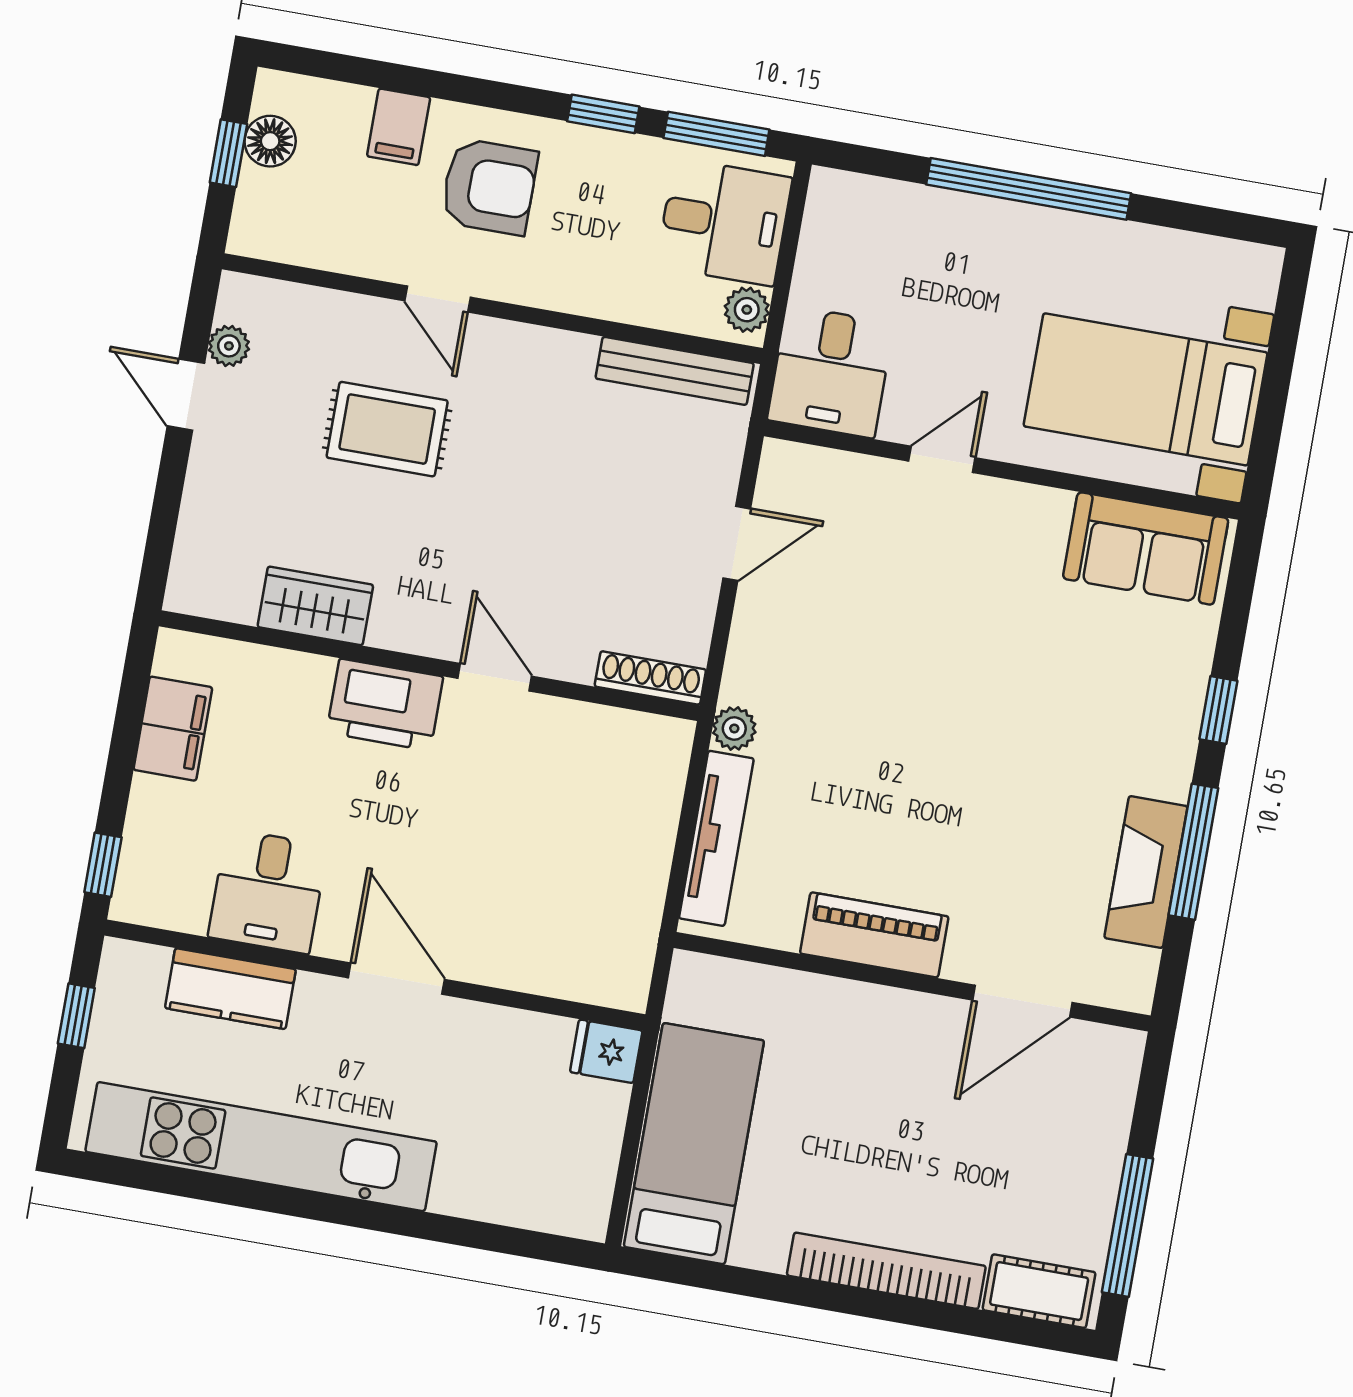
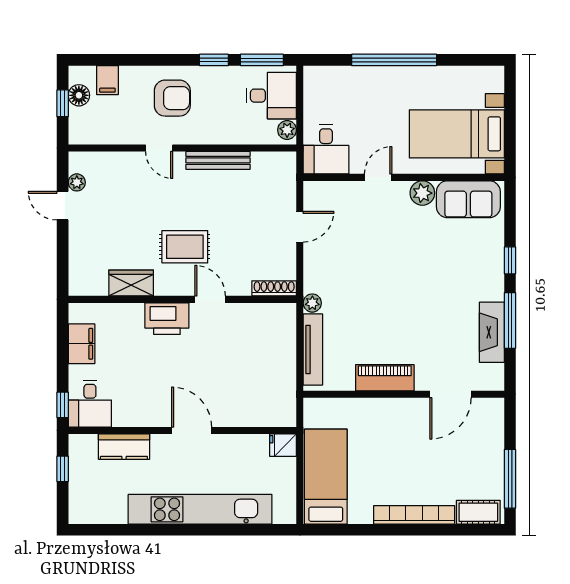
filing cabinet: (399, 127) -> (107, 80), moved
bench: (675, 371) -> (218, 160), moved
rug: (387, 429) -> (185, 247), moved
plant: (1040, 515) -> (422, 193), added
desk: (268, 891) -> (90, 404), moved
kitchen unit: (261, 1147) -> (200, 509), moved

